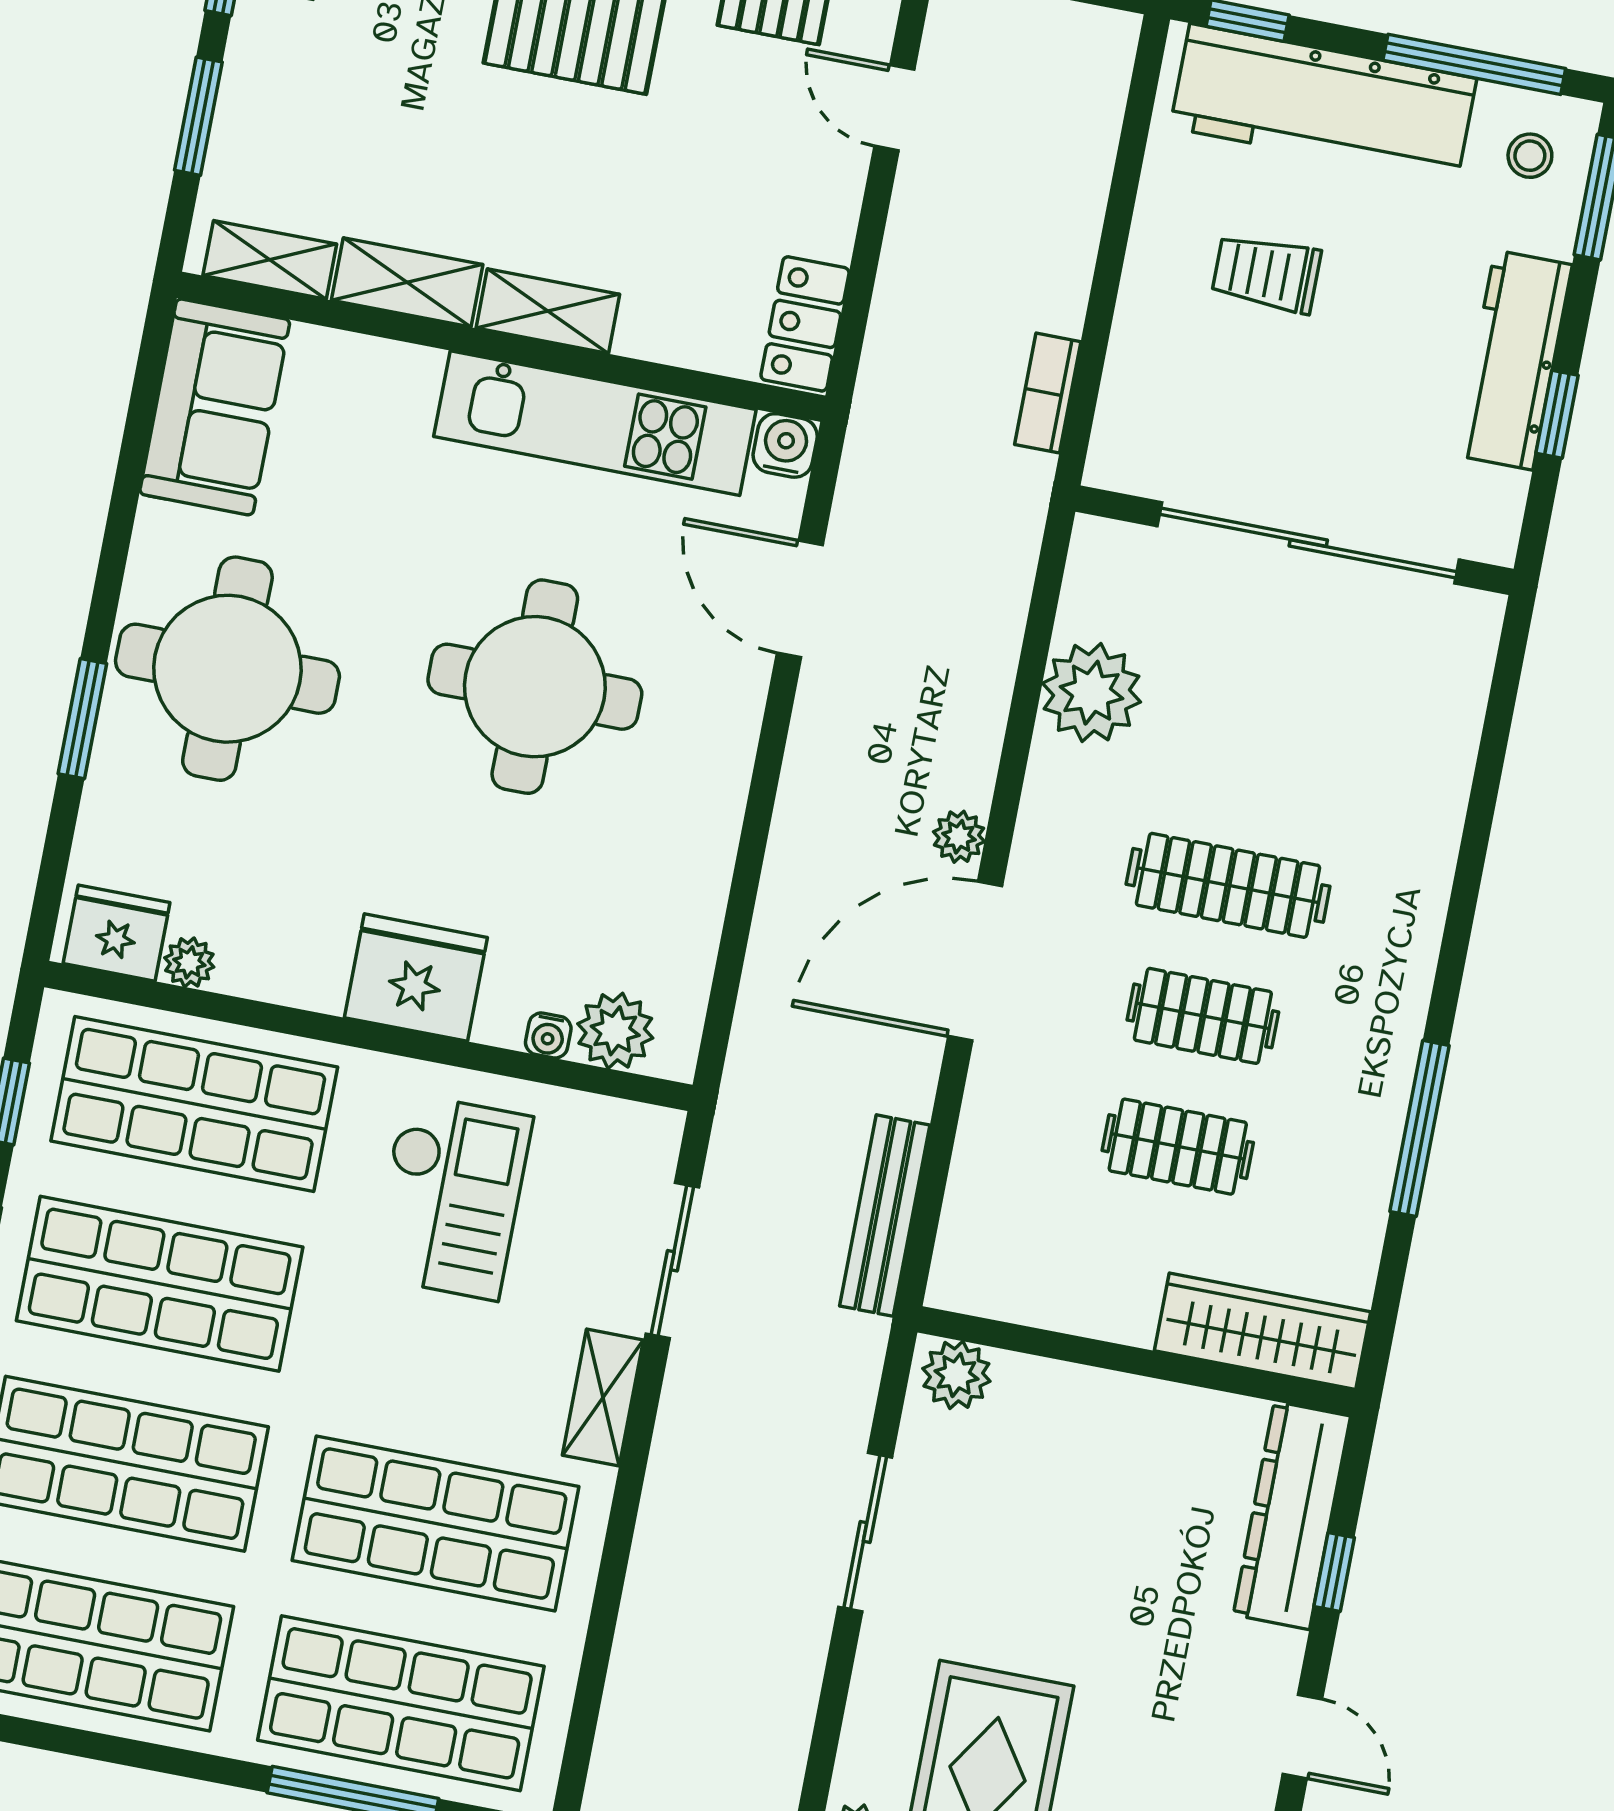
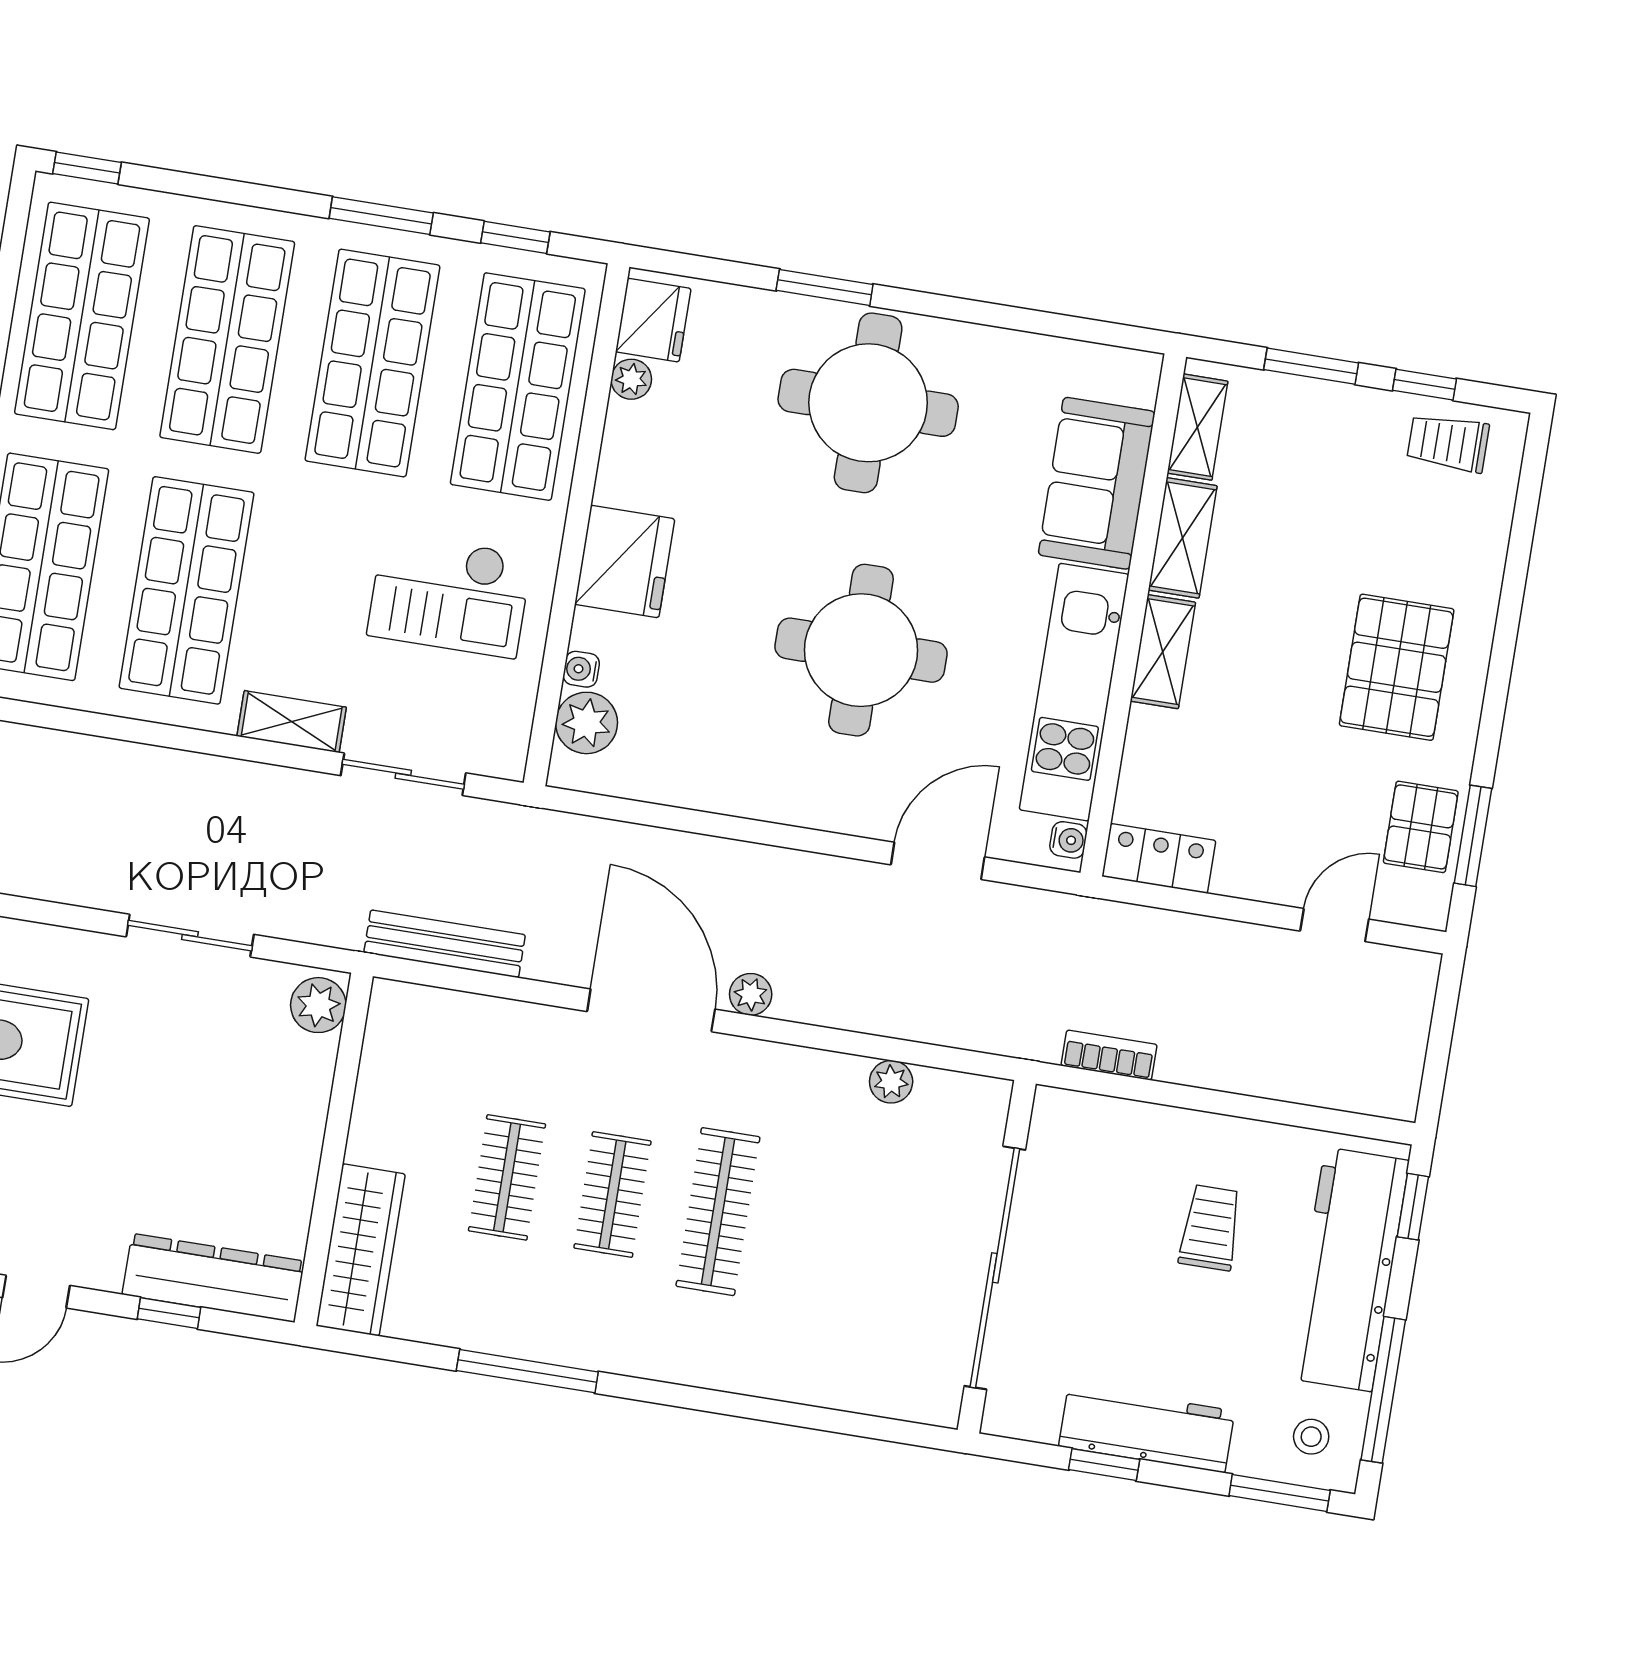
sofa: (215, 407) -> (1097, 483), moved, turned 90
water cooler: (785, 445) -> (1068, 840), width x0.72, depth x0.72
plant: (1091, 693) -> (891, 1082), width x0.53, depth x0.53

